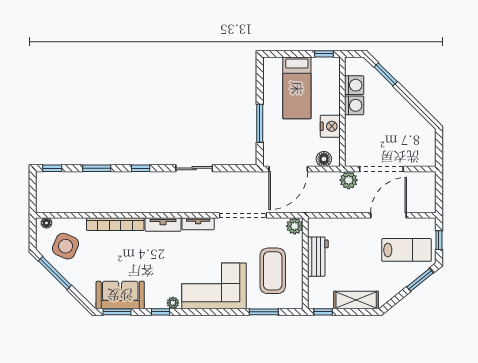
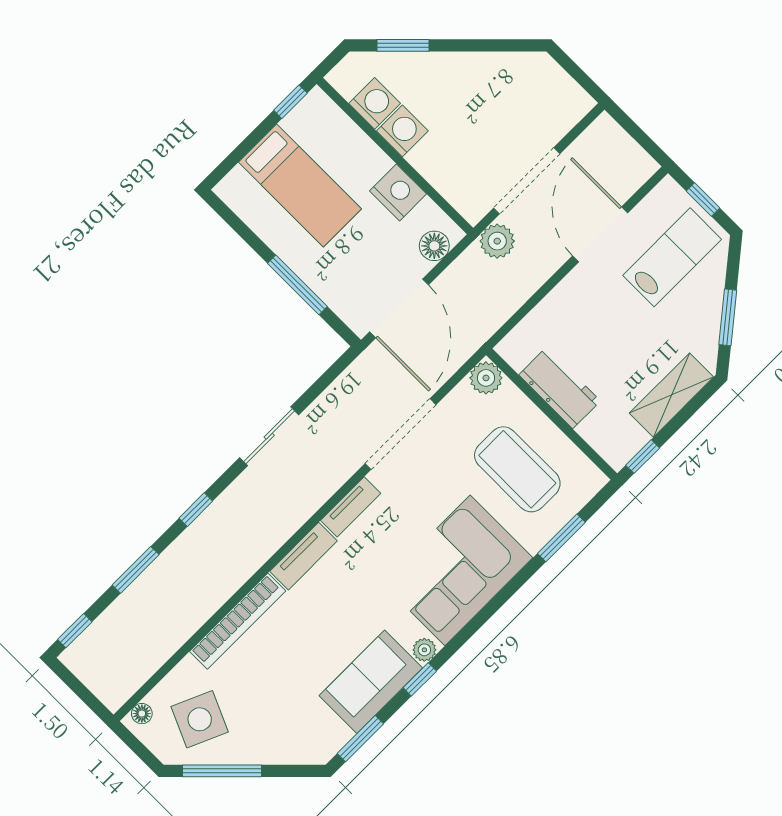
window: (420, 280) -> (728, 317), moved
sofa: (120, 295) -> (371, 682), moved

